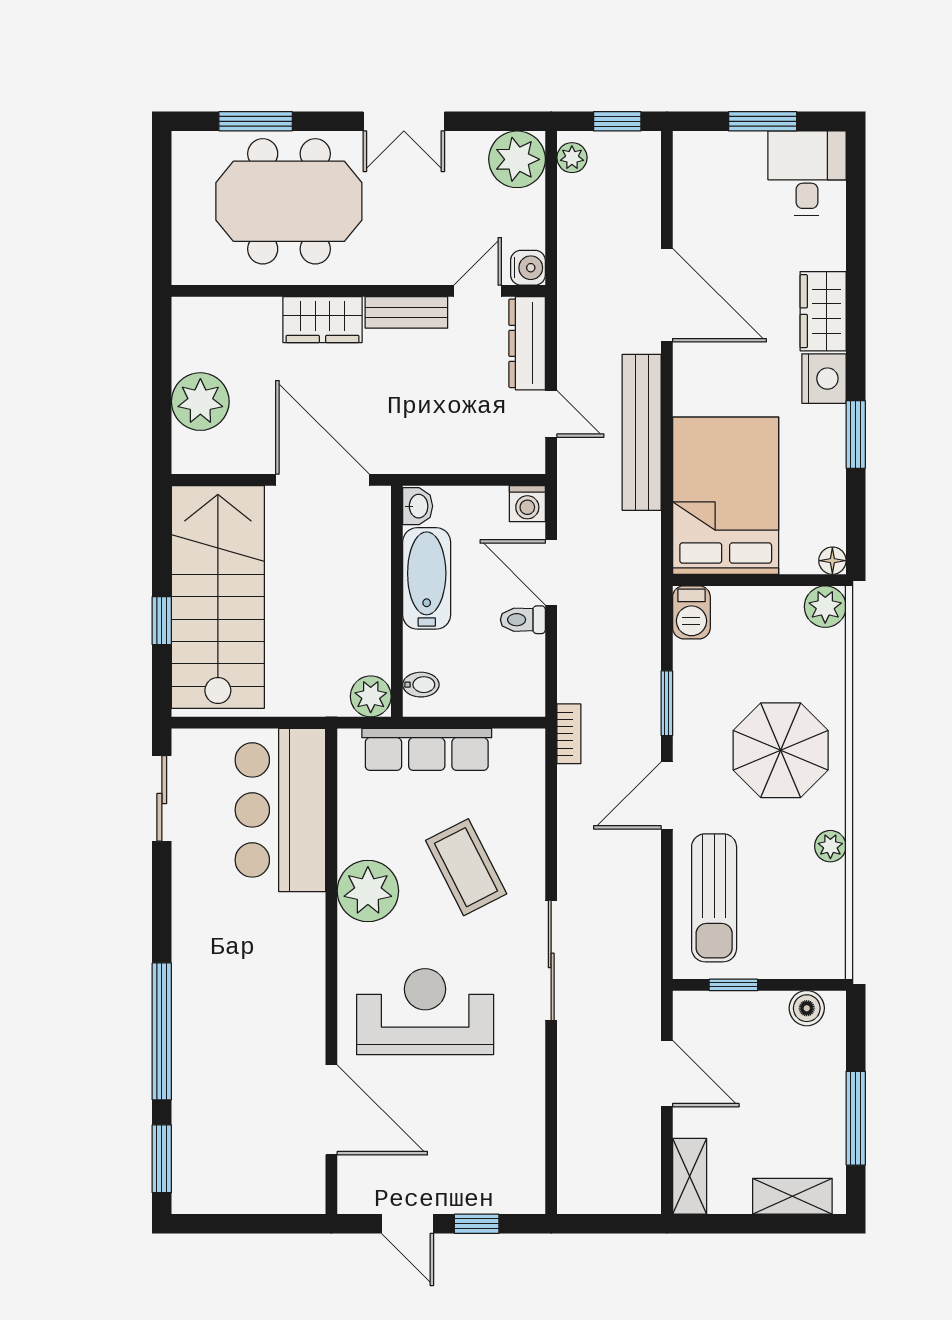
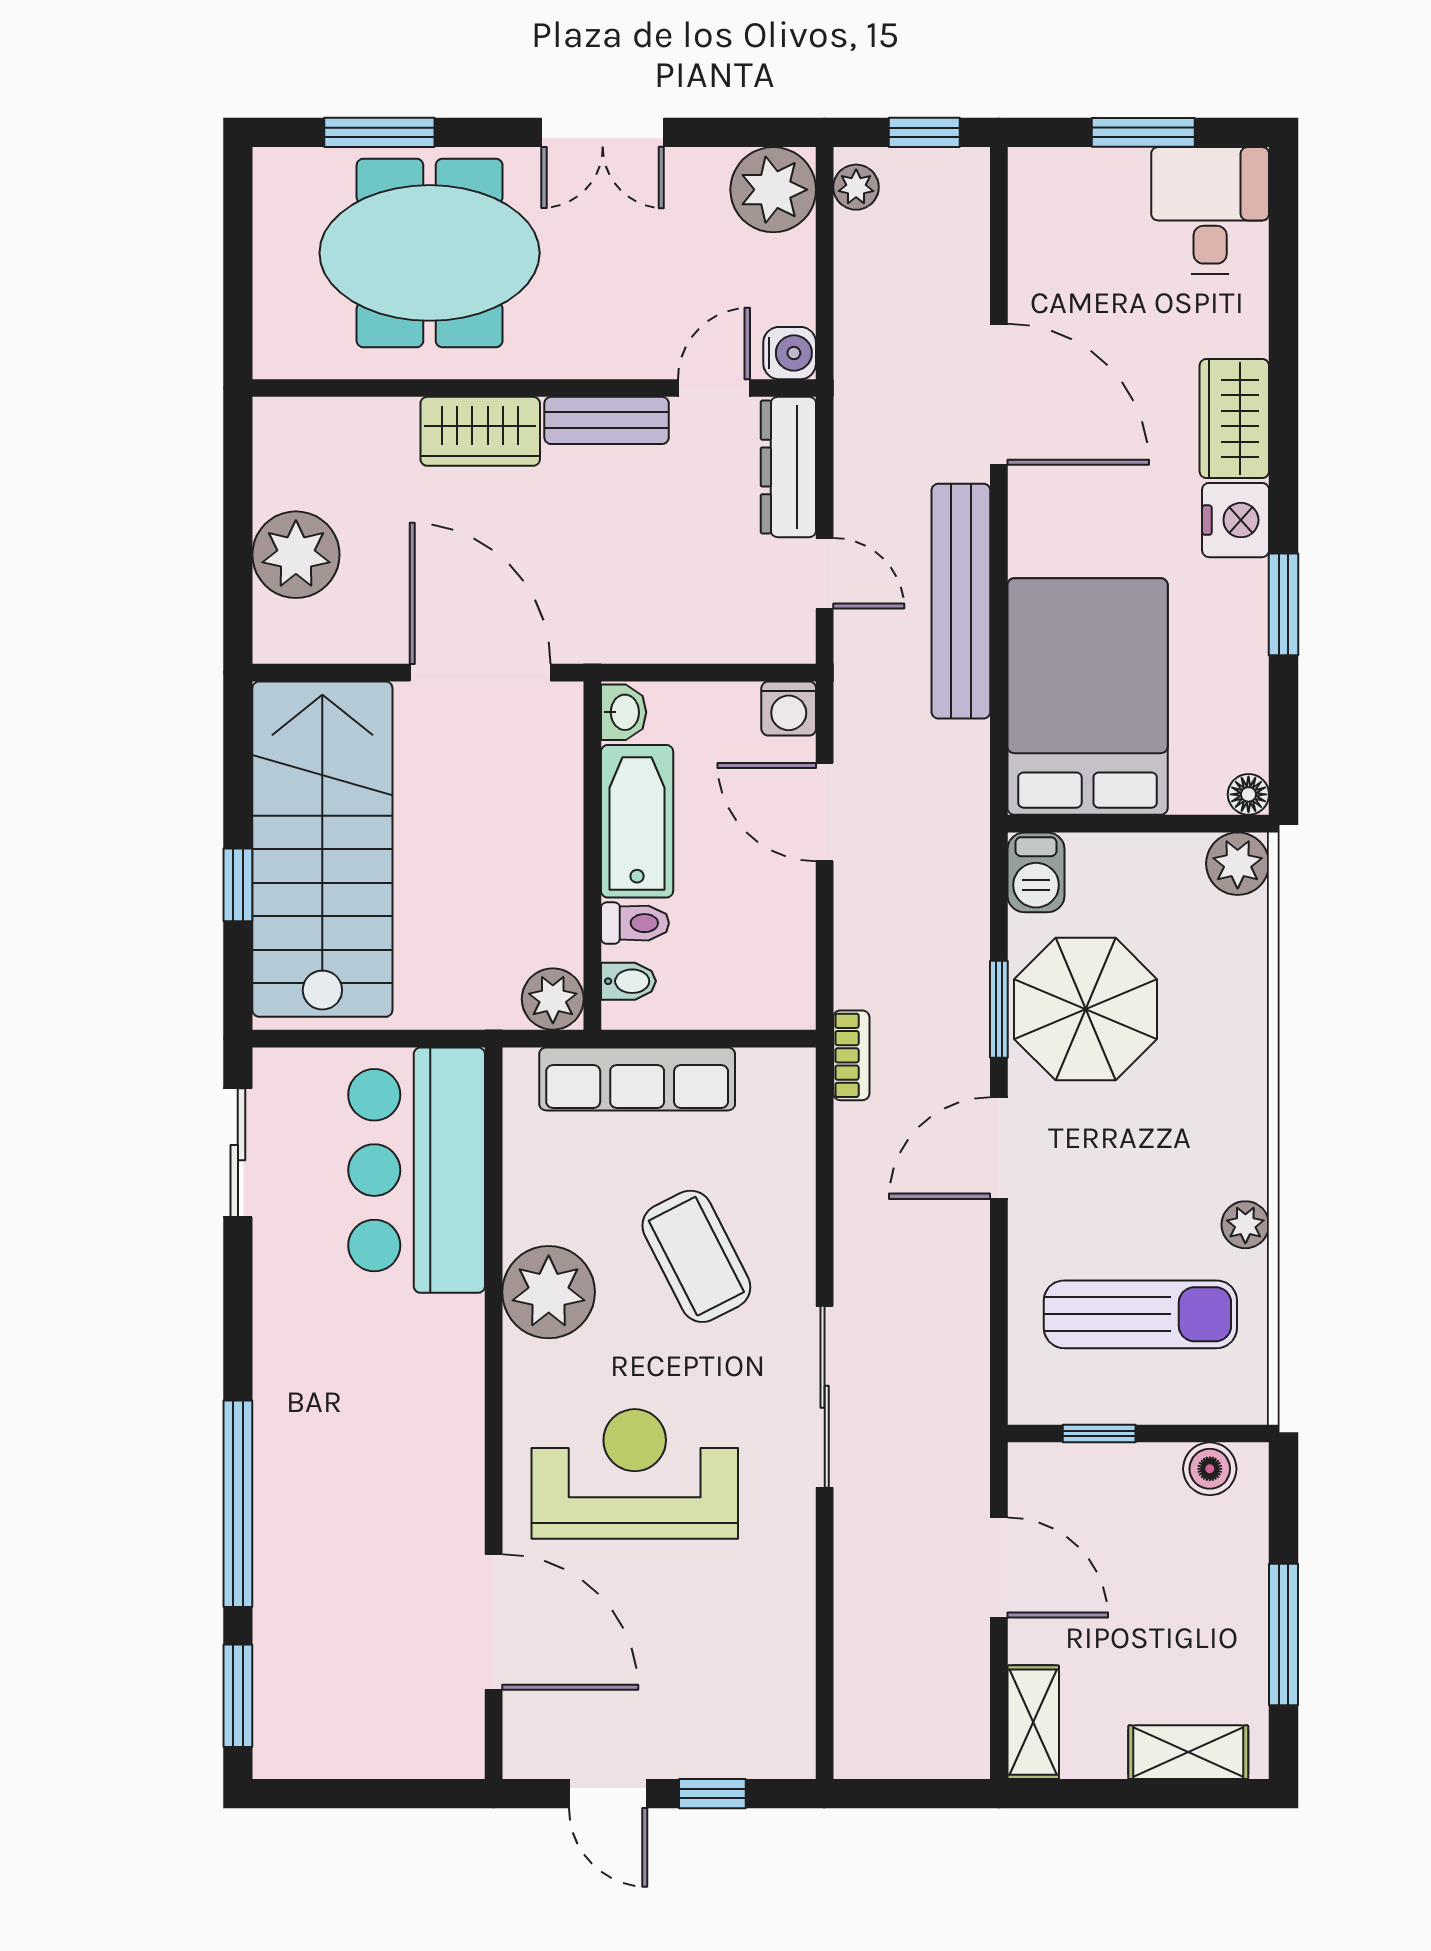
toilet: (523, 620) -> (635, 923), moved, turned 180
parasol: (781, 750) -> (1086, 1009), moved
sun lounger: (714, 898) -> (1140, 1314), moved, turned -90

